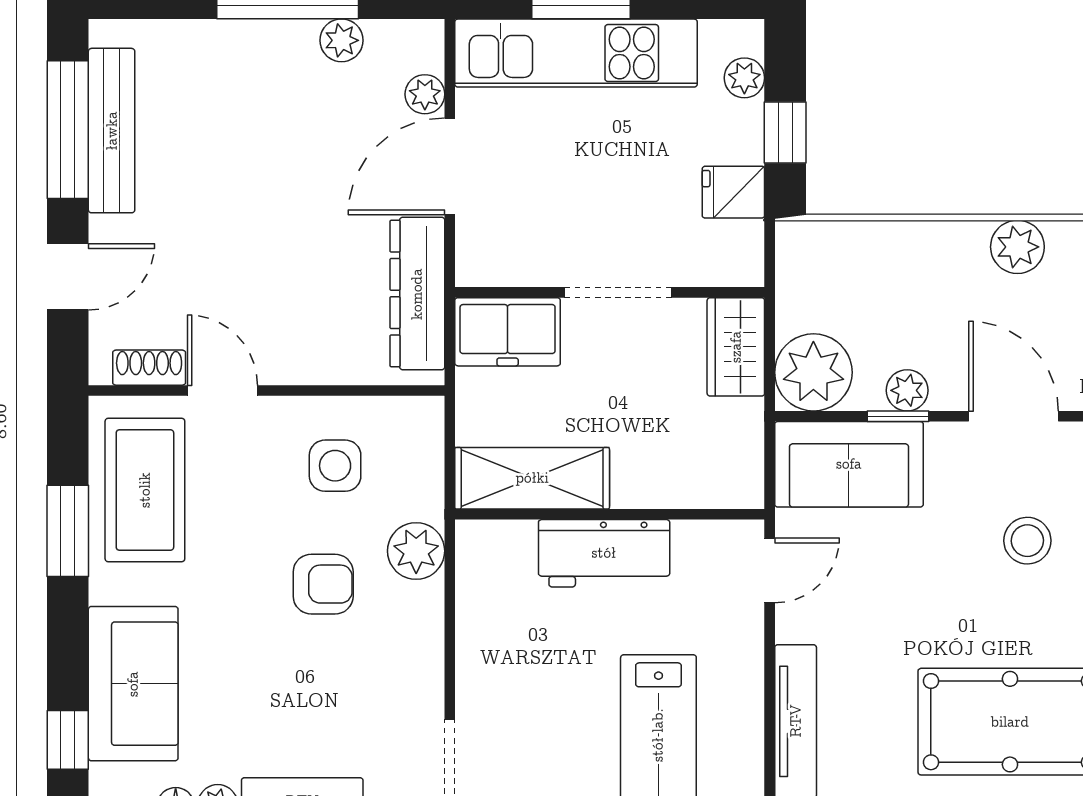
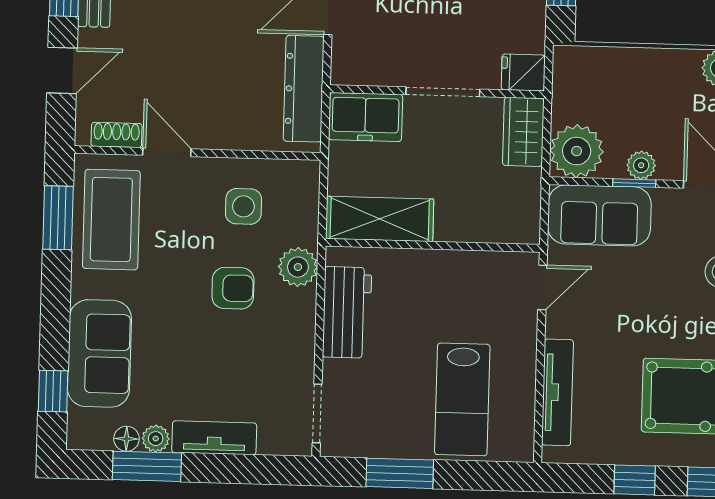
fridge: (733, 192) -> (523, 72), moved
window: (68, 531) -> (58, 218), moved
workbench: (604, 553) -> (347, 312), moved, turned -90

